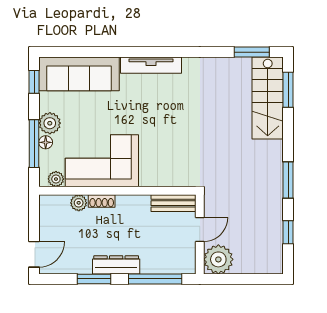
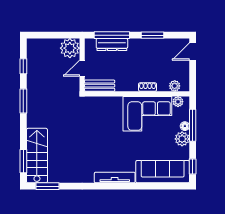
plant: (79, 203) -> (175, 86), moved
dresser: (116, 265) -> (112, 44), moved

